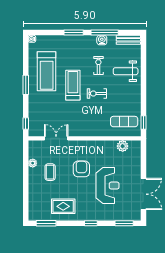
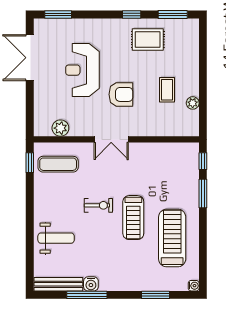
window: (74, 33) -> (156, 295), moved
bench: (128, 40) -> (58, 284), width x1.36
exercise bike: (98, 65) -> (96, 247), removed
window: (26, 85) -> (203, 194), moved
double door: (56, 138) -> (111, 139), moved
armchair: (81, 169) -> (121, 94), turned -90
window: (91, 223) -> (132, 15), moved

